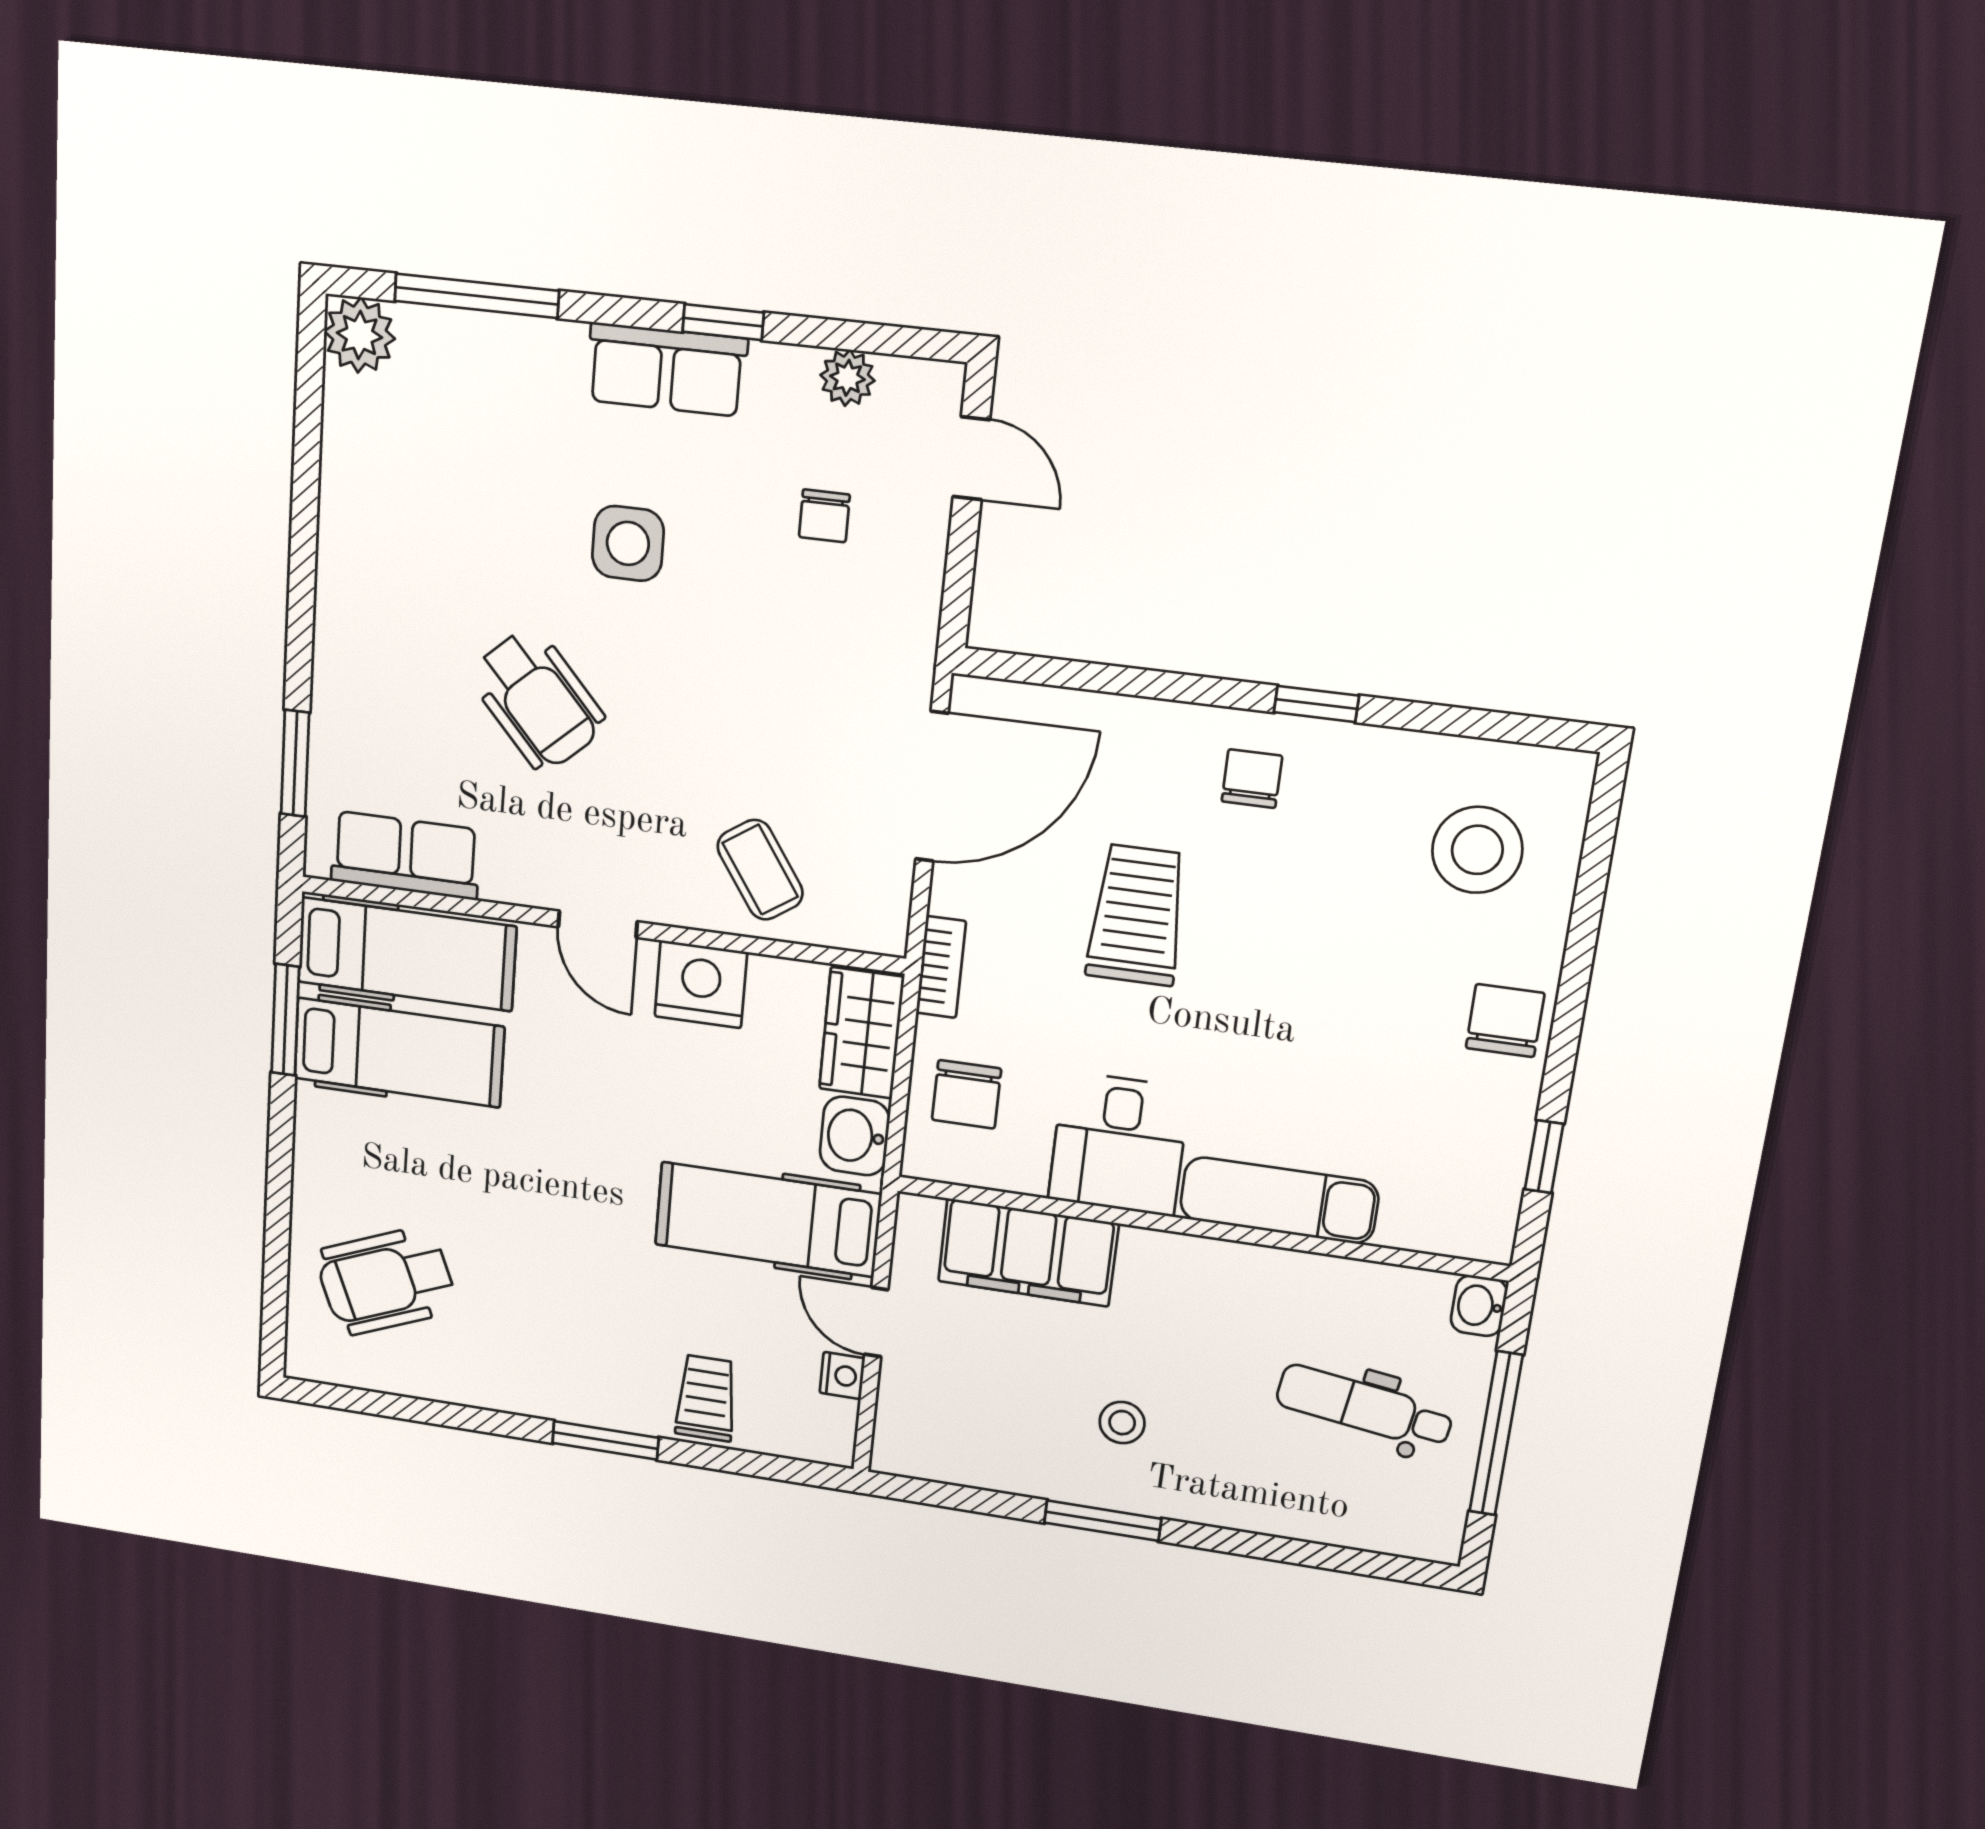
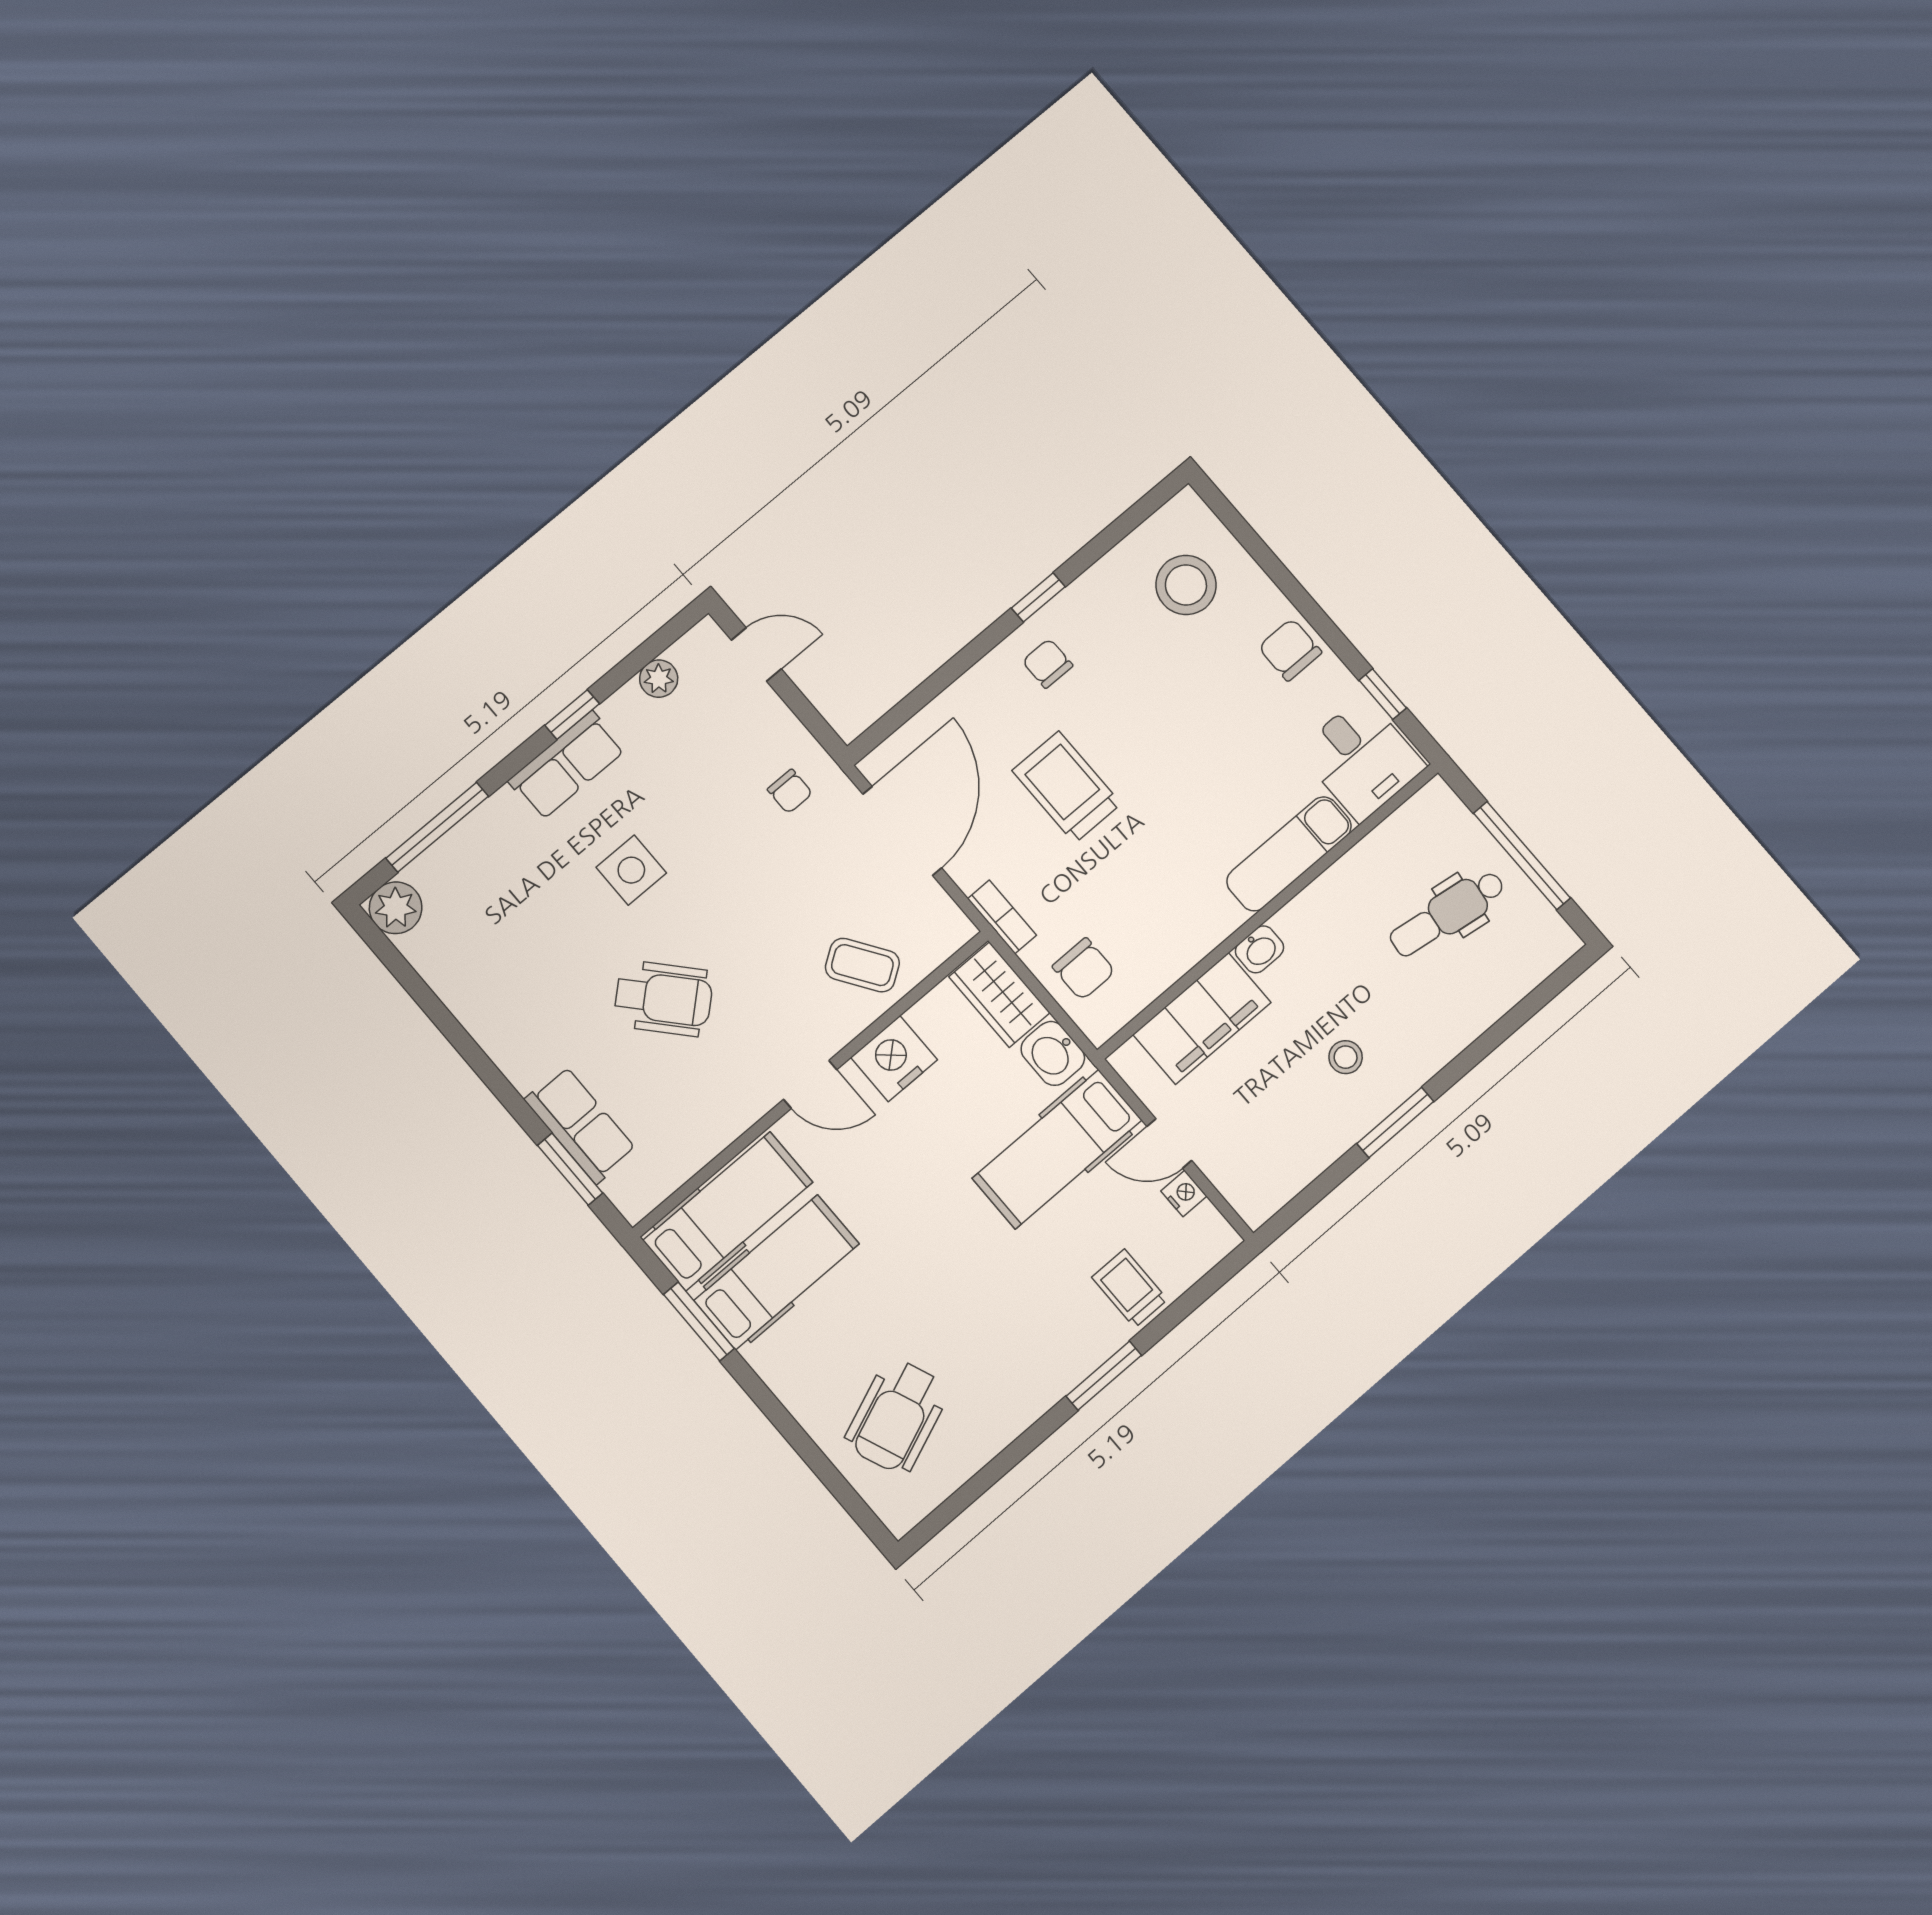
chair: (824, 516) -> (790, 791), moved
row of seats: (405, 855) -> (580, 1125), moved, turned 90
desk: (1119, 1144) -> (1362, 759), moved
washbasin: (1479, 1306) -> (1260, 949), moved, turned -90

